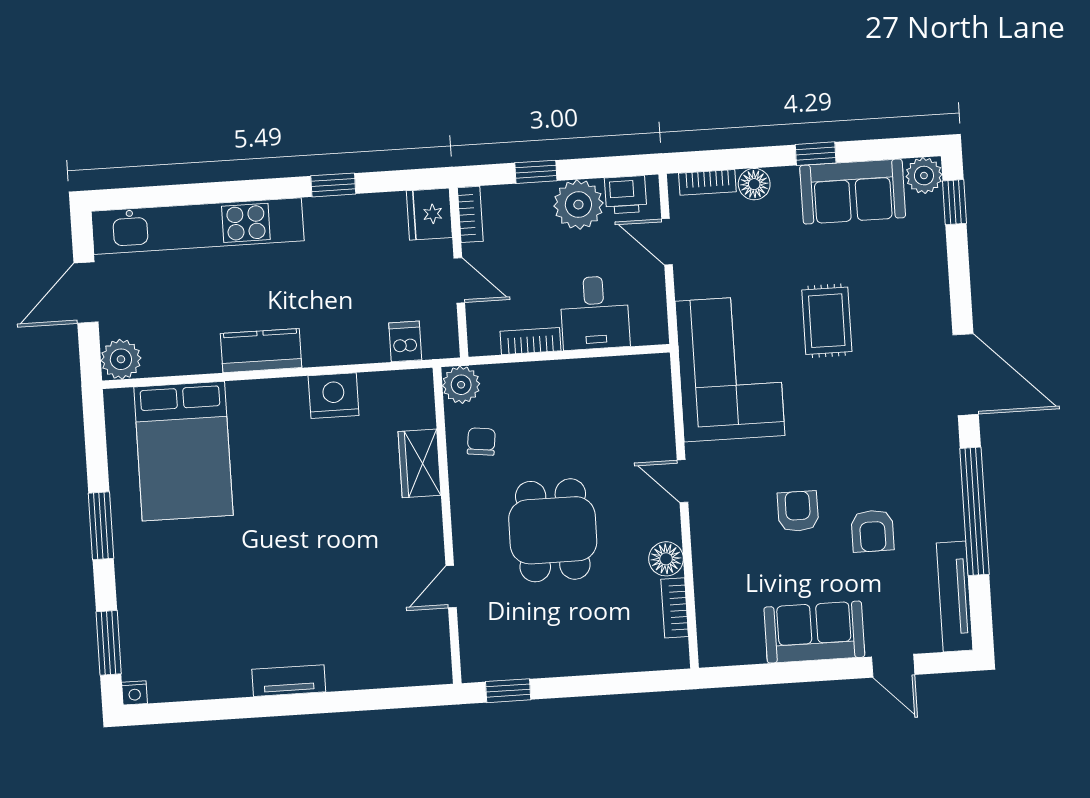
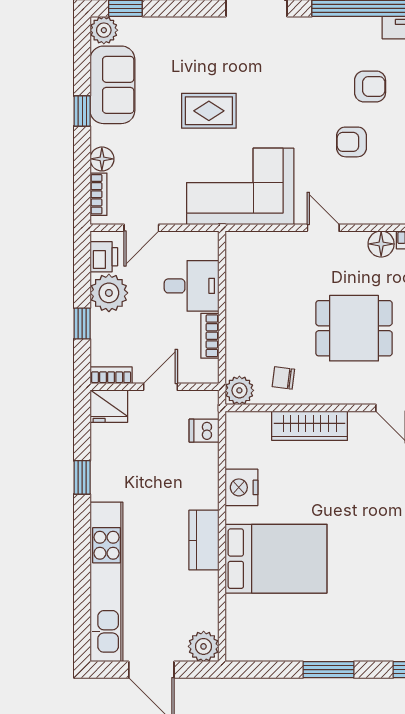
bed: (183, 451) -> (276, 559), moved
wardrobe: (420, 463) -> (310, 426), width x1.50
door: (682, 481) -> (323, 228), swing flipped

